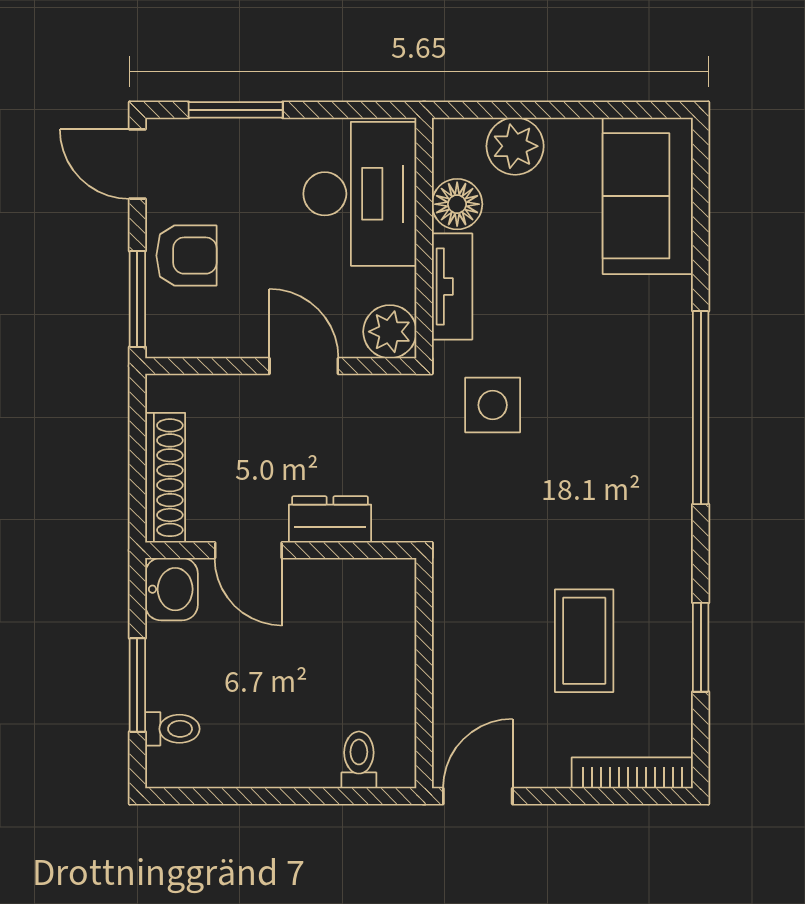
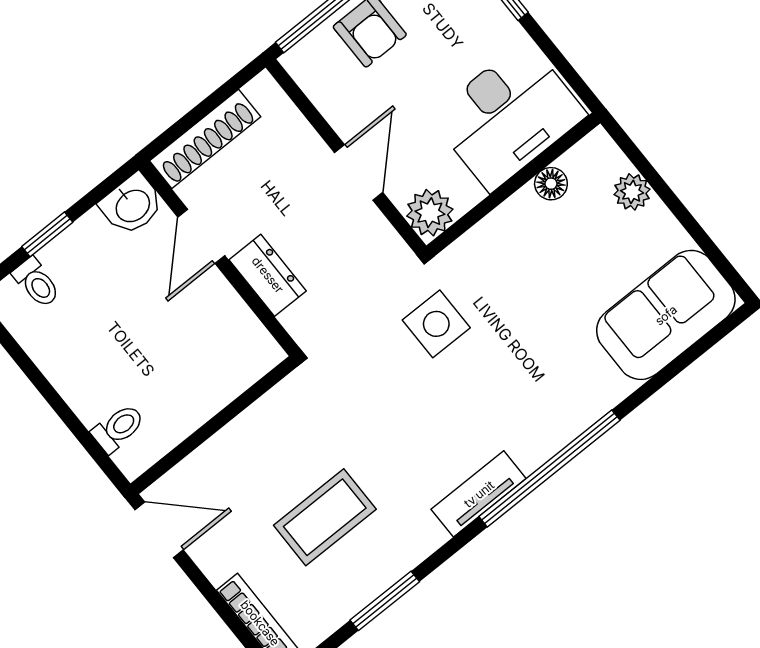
plant: (515, 146) -> (632, 192), width x0.73, depth x0.73
floor lamp: (457, 204) -> (551, 184), width x0.73, depth x0.73
tv unit: (452, 286) -> (479, 494), moved, turned 180
window: (137, 685) -> (47, 234), width x0.67

